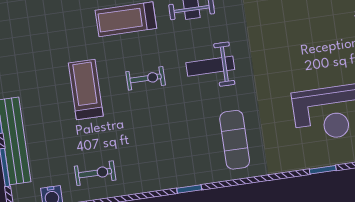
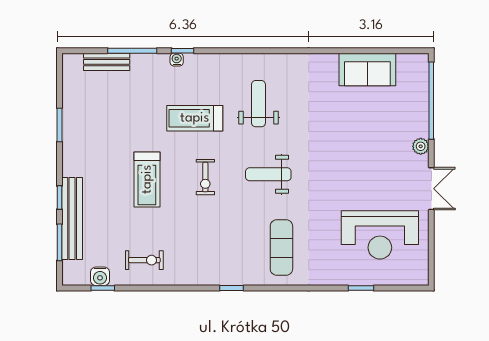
exercise bike: (146, 78) -> (205, 177), turned 90
treadmill: (86, 90) -> (147, 179), turned 180

